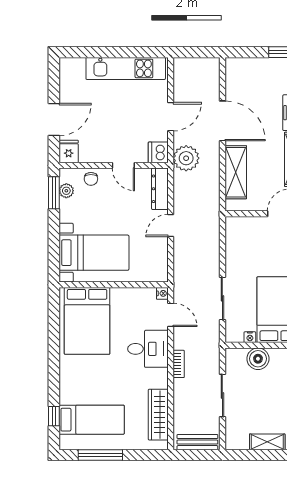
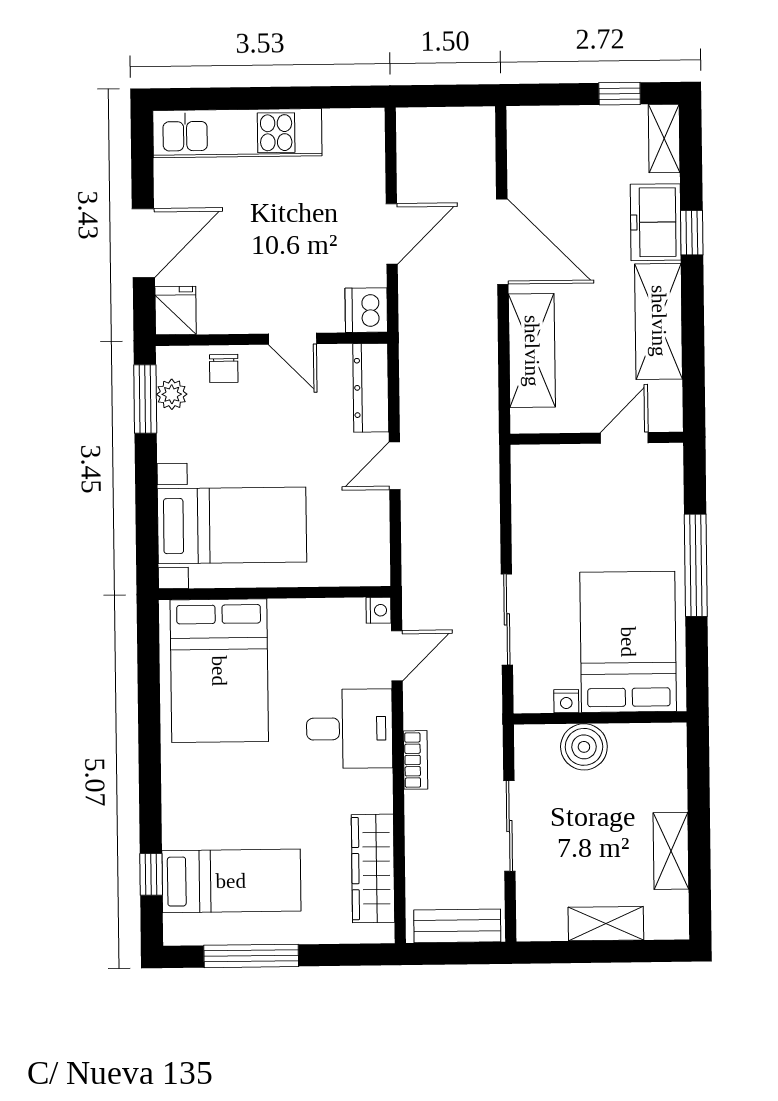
kitchen unit: (126, 68) -> (237, 133), moved
plant: (186, 158) -> (426, 322), removed
door: (171, 315) -> (397, 656), hinge flipped

